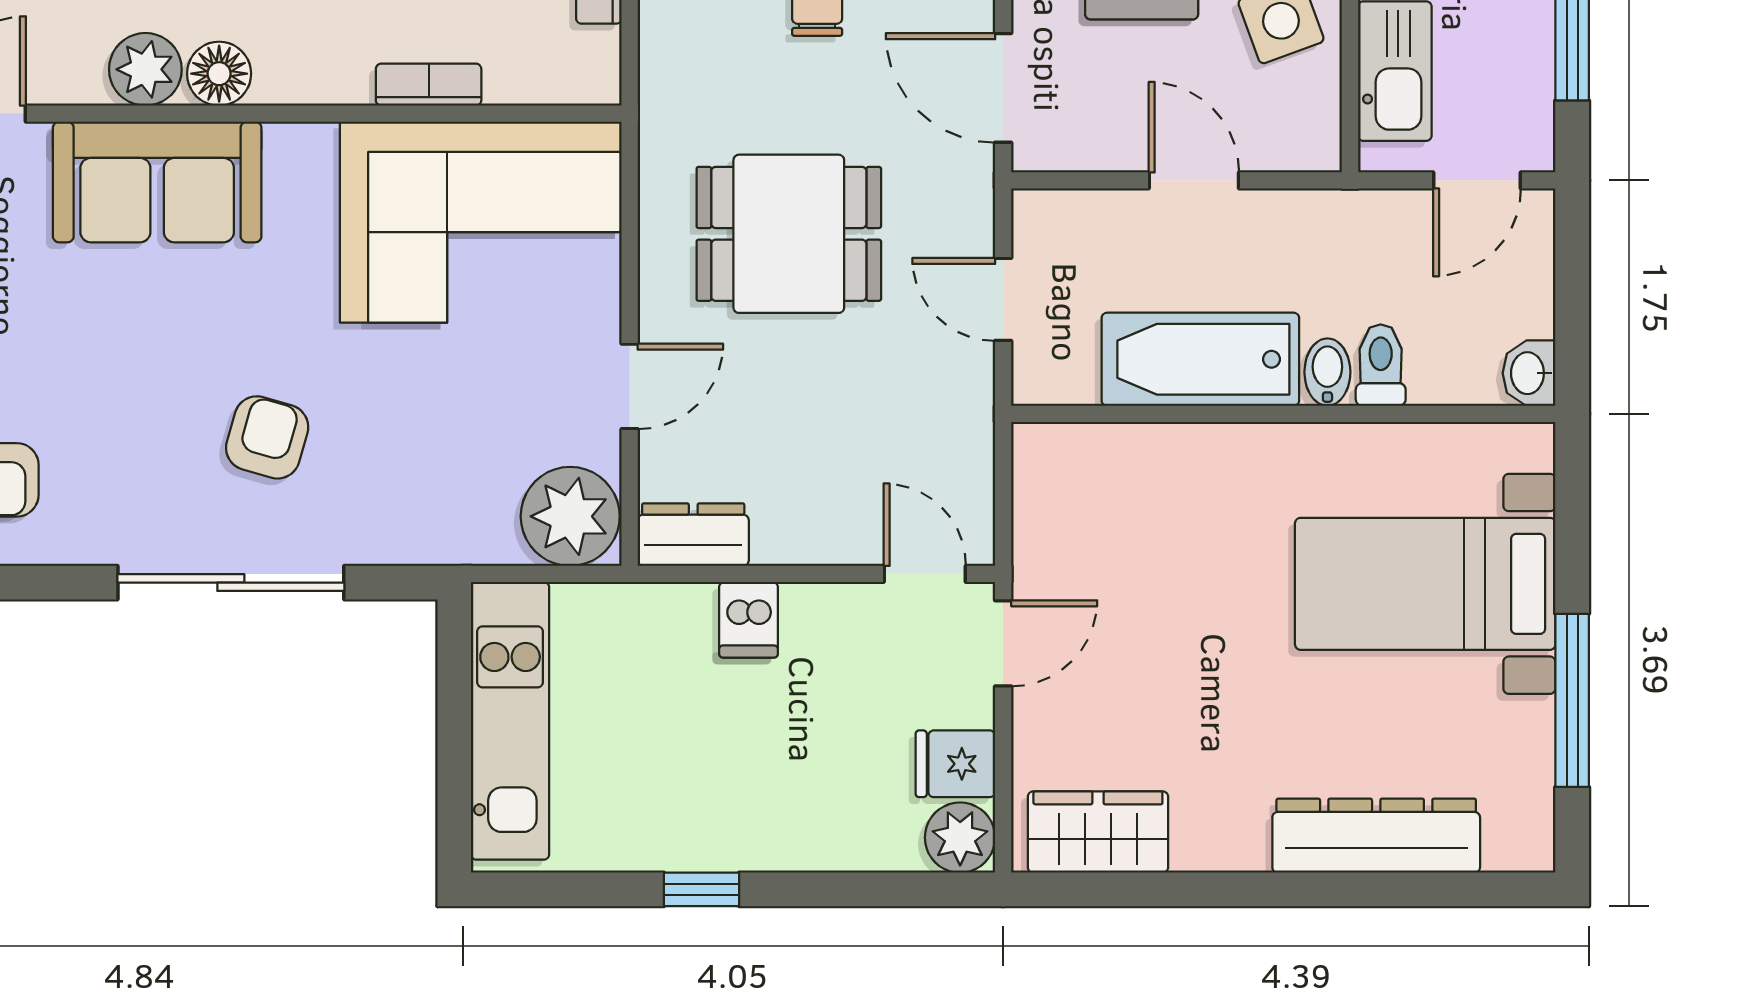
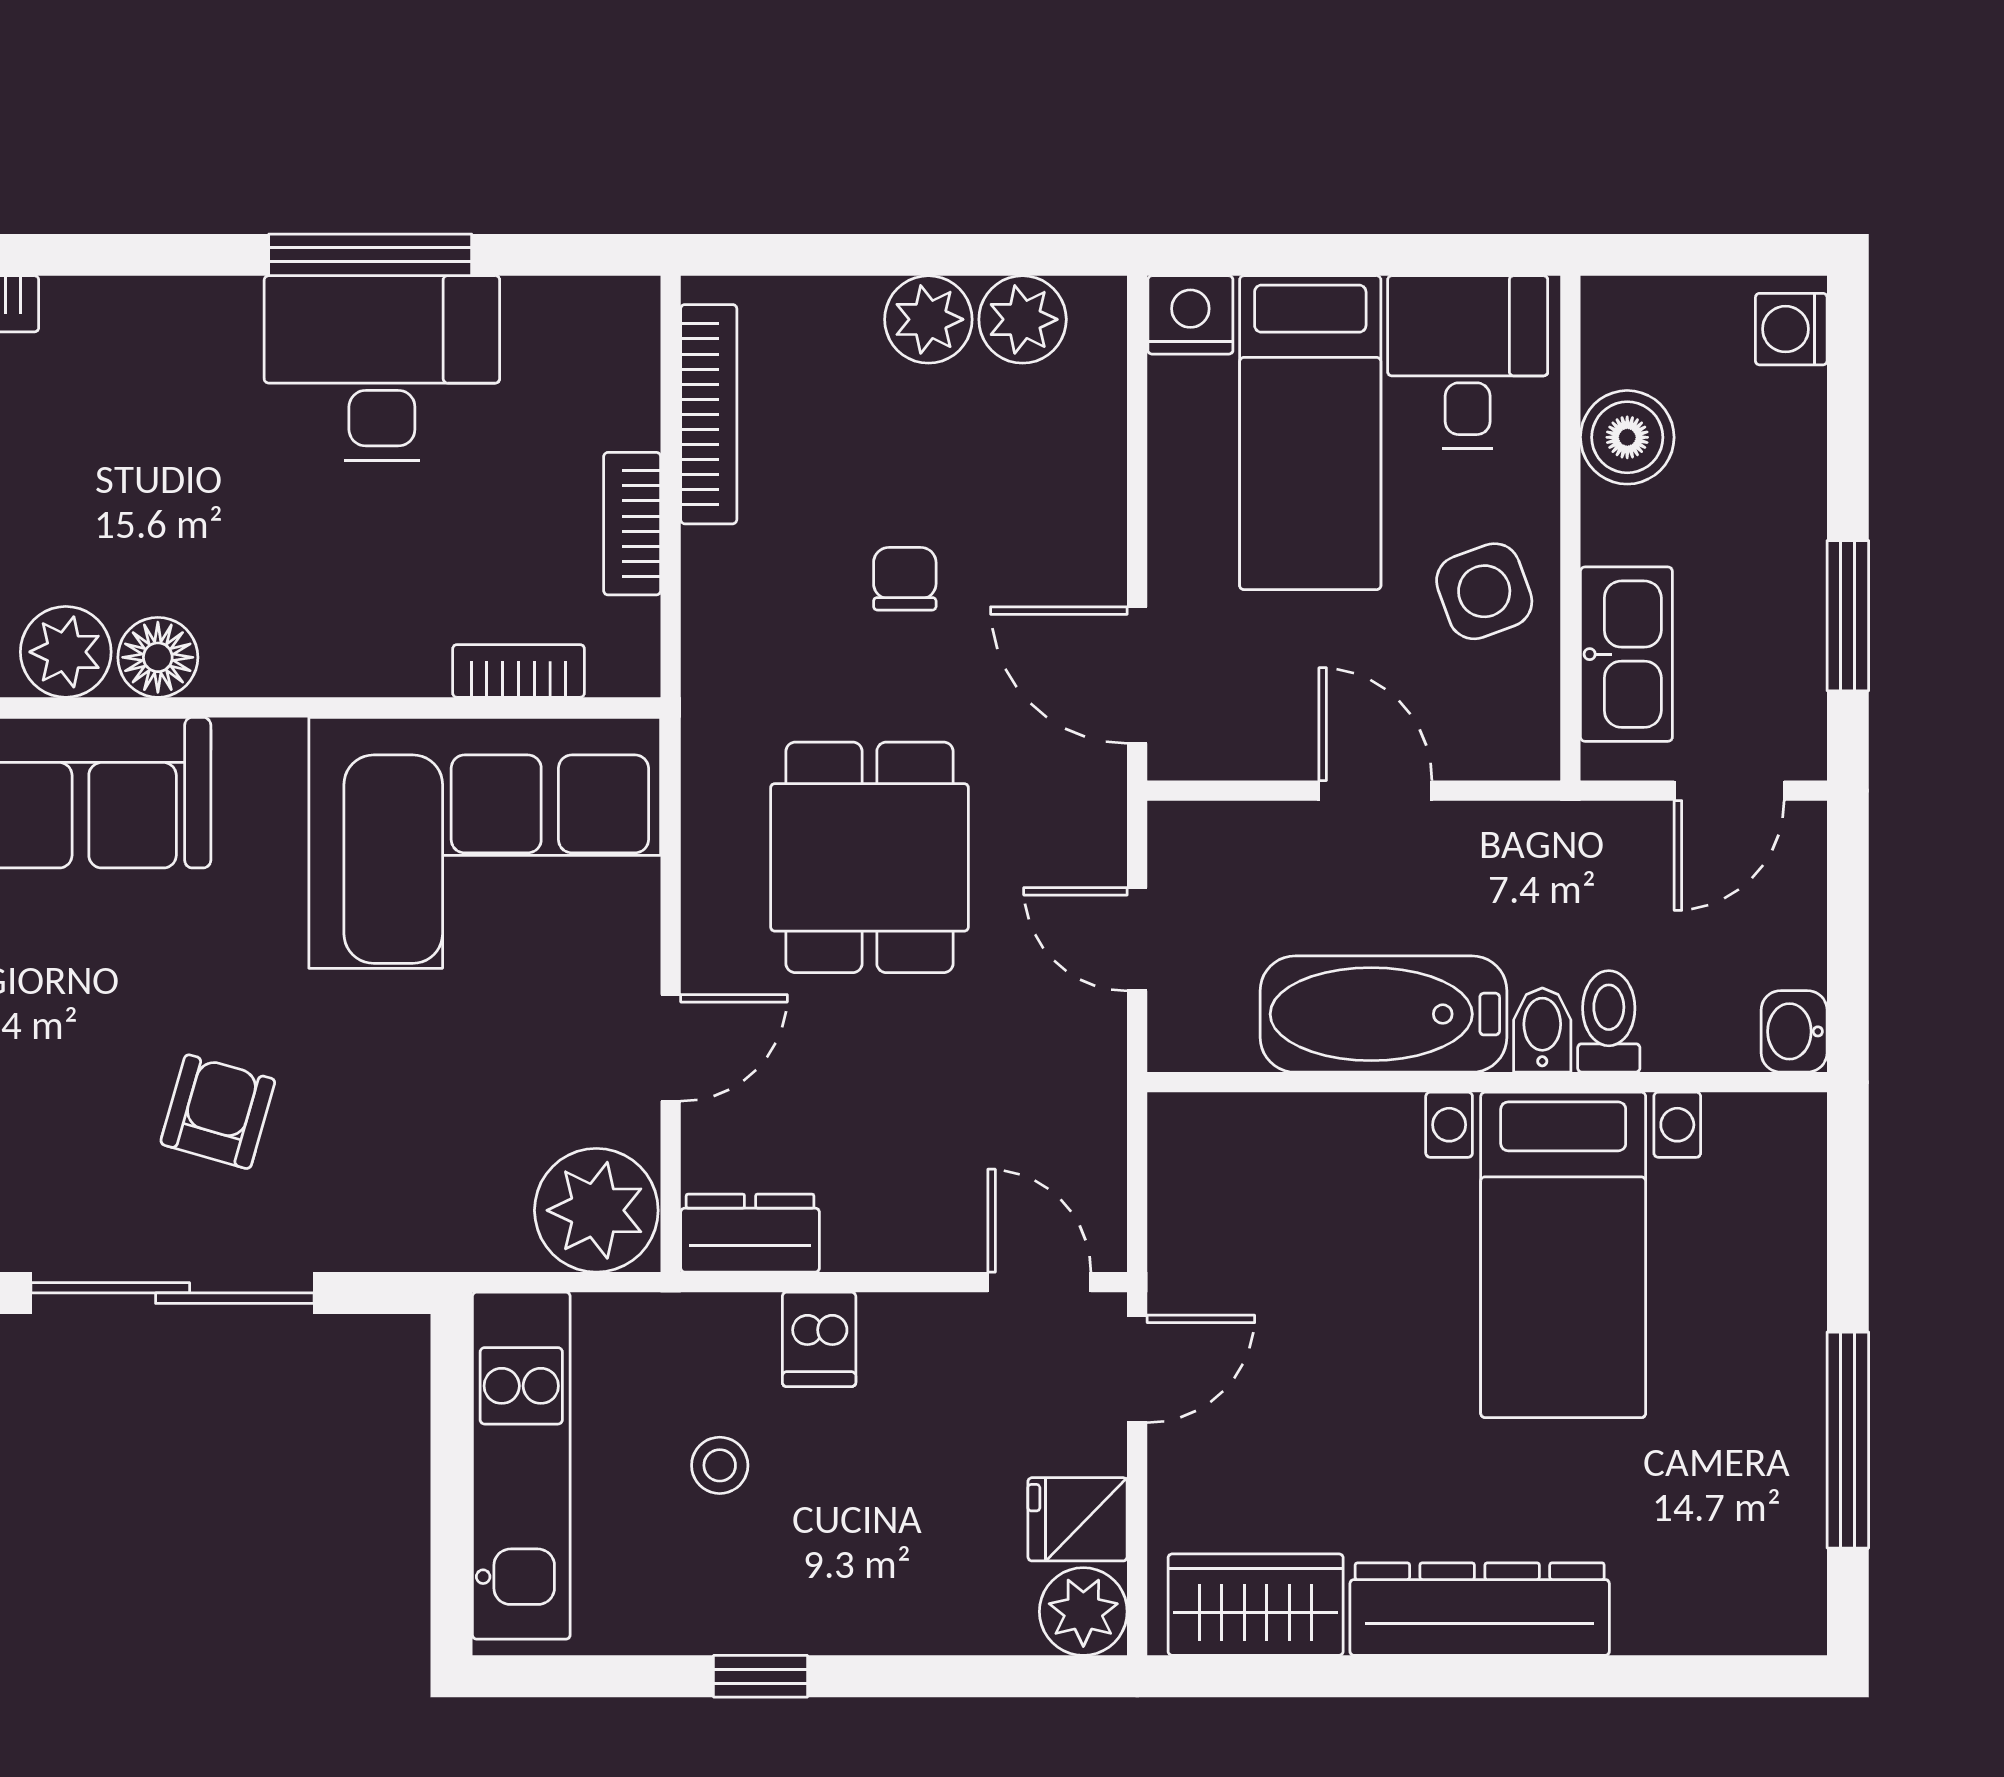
bookcase: (429, 85) -> (519, 671), moved
dining table: (789, 234) -> (869, 857), turned 90
bed with nightstands: (1425, 584) -> (1563, 1255), moved, turned -90
stool: (669, 721) -> (720, 1465), added
dresser: (1376, 836) -> (1480, 1609), moved

